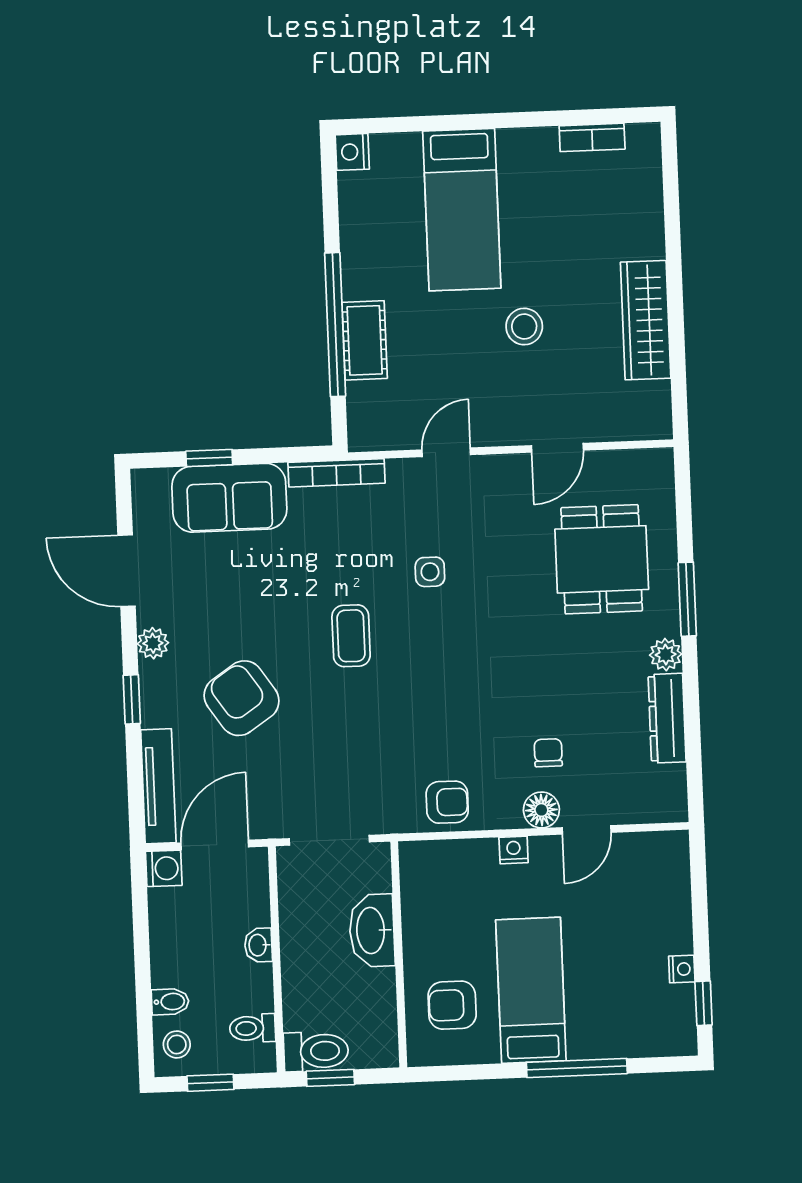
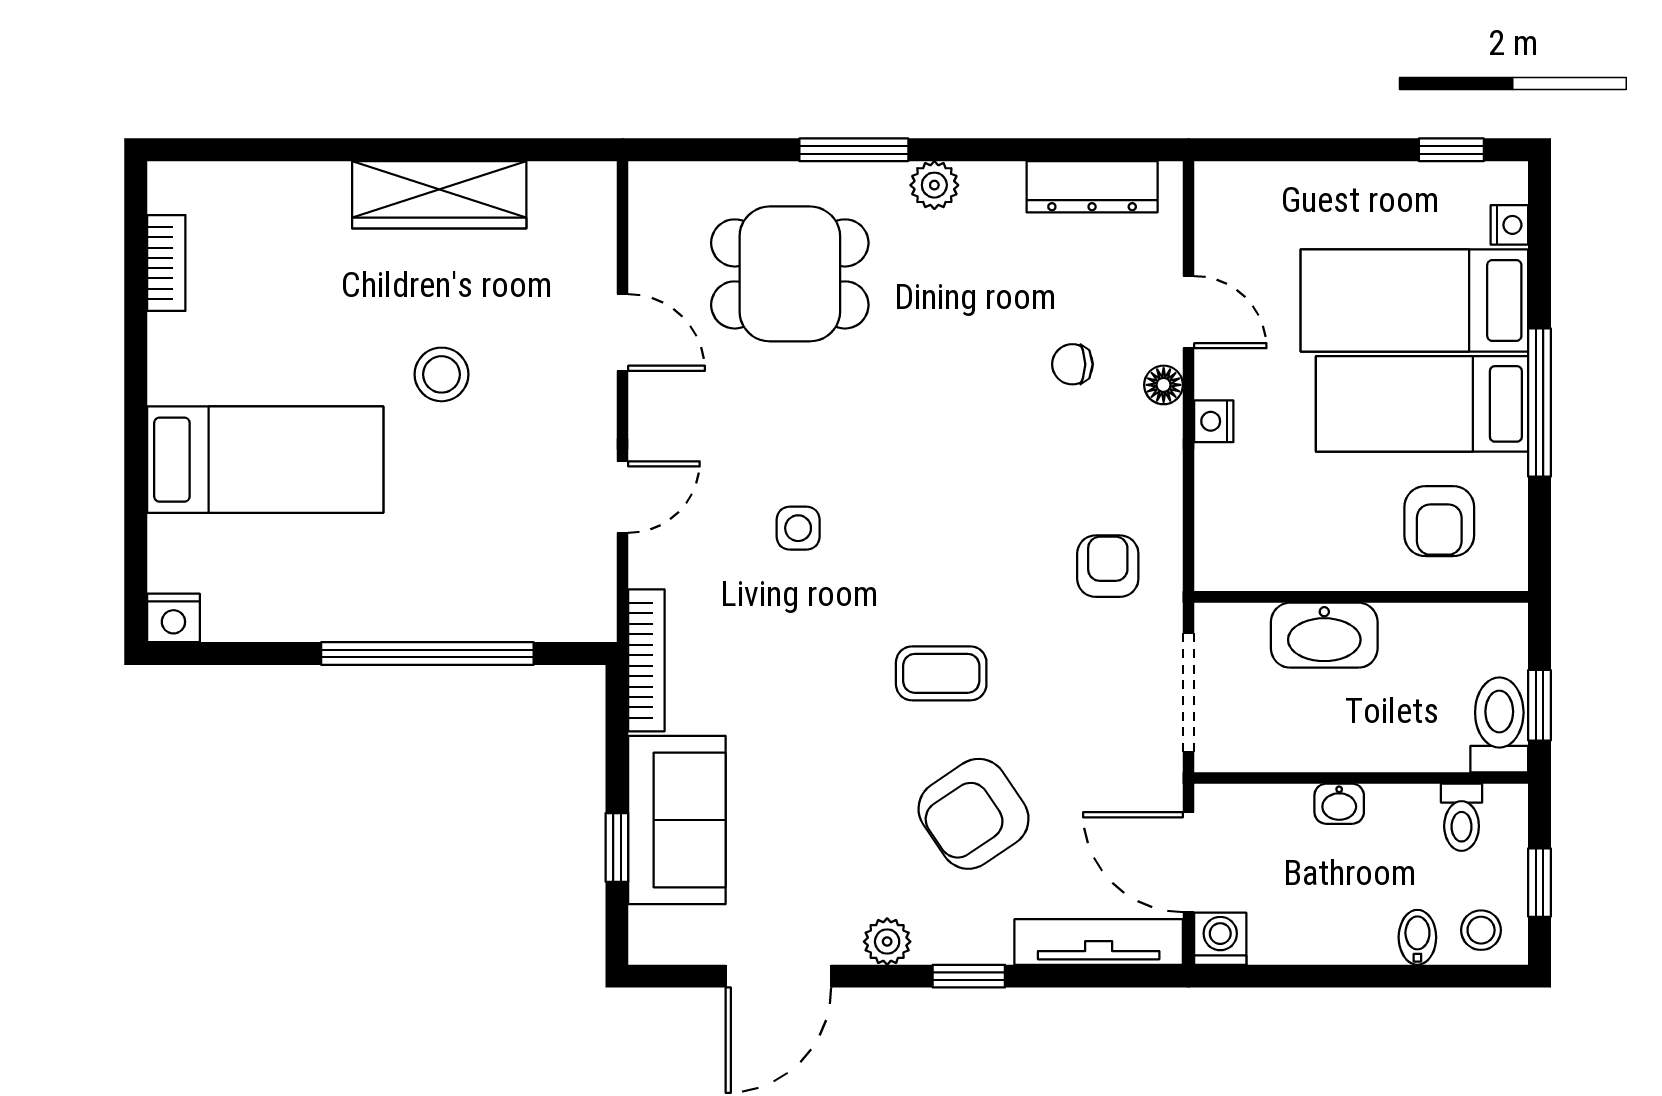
cot: (365, 340) -> (452, 611), removed
door: (446, 452) -> (623, 497), swing flipped
coffee table: (351, 636) -> (941, 673), moved
dresser: (667, 718) -> (1092, 187), moved
armchair: (447, 802) -> (1108, 566), moved
floor lamp: (541, 810) -> (1164, 385), width x0.73, depth x0.73
nightstand: (682, 969) -> (1509, 225), moved, turned 90
bed: (601, 982) -> (1414, 300), added
window: (577, 1068) -> (1539, 403), moved

